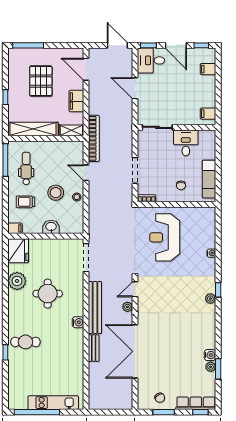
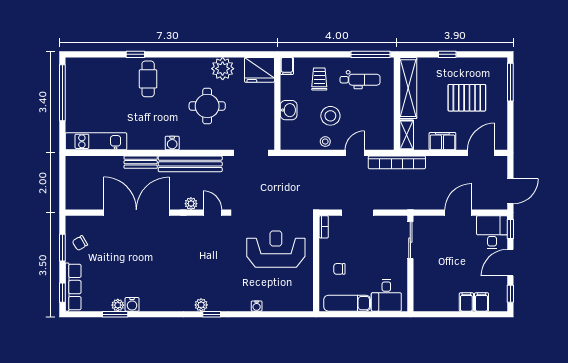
filing cabinet: (208, 114) -> (466, 302), moved
desk: (186, 143) -> (386, 295), moved, turned 90
kitchen unit: (53, 403) -> (96, 141), moved, turned -90

